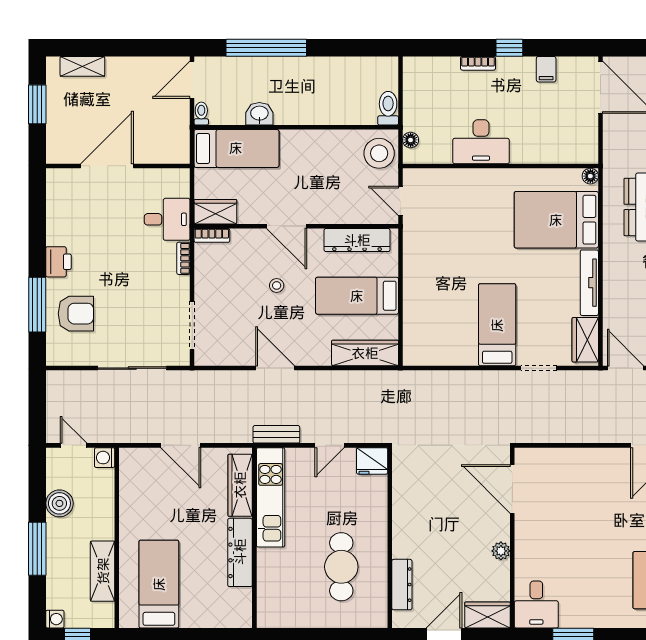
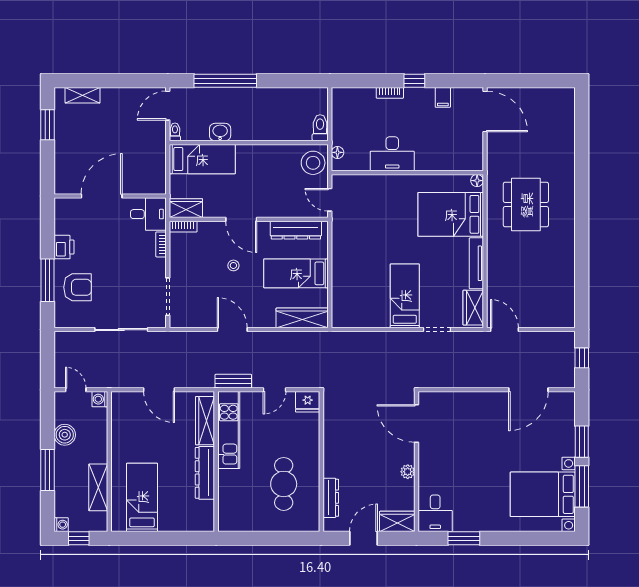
door: (107, 166) -> (102, 196), moved
wall: (118, 166) -> (110, 196), moved

